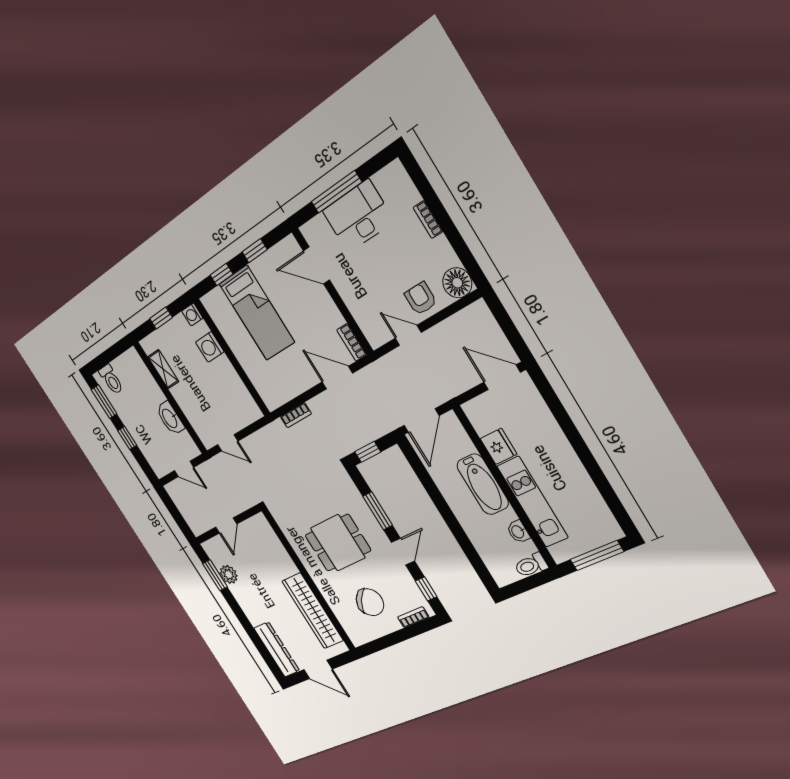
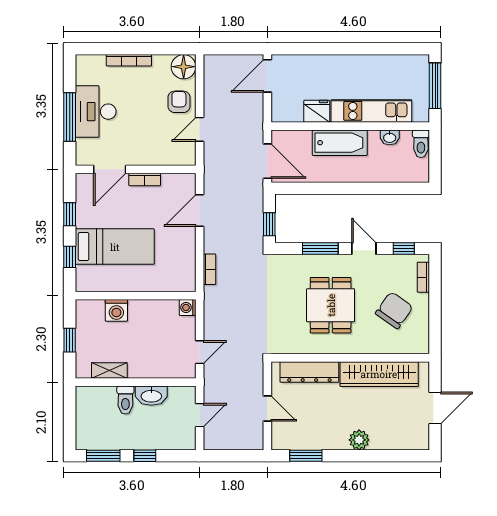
bookcase: (428, 219) -> (129, 60), width x1.56
armchair: (421, 298) -> (179, 102), turned 90
washing machine: (192, 314) -> (188, 308), moved, turned 90
bookcase: (352, 342) -> (145, 179), moved
toilet: (111, 379) -> (125, 400), moved, turned 90
plant: (229, 574) -> (359, 440), moved
dresser: (277, 649) -> (309, 372), moved, turned 180

